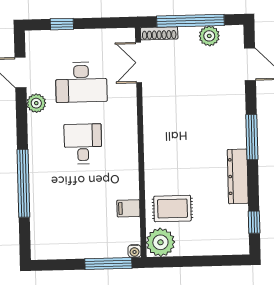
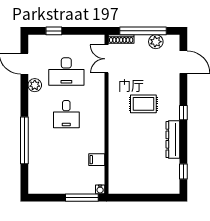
window: (252, 137) -> (183, 113), width x0.46
desk: (83, 144) -> (66, 114), turned 180
rug: (172, 209) -> (143, 104), moved
plant: (160, 242) -> (118, 184), removed

